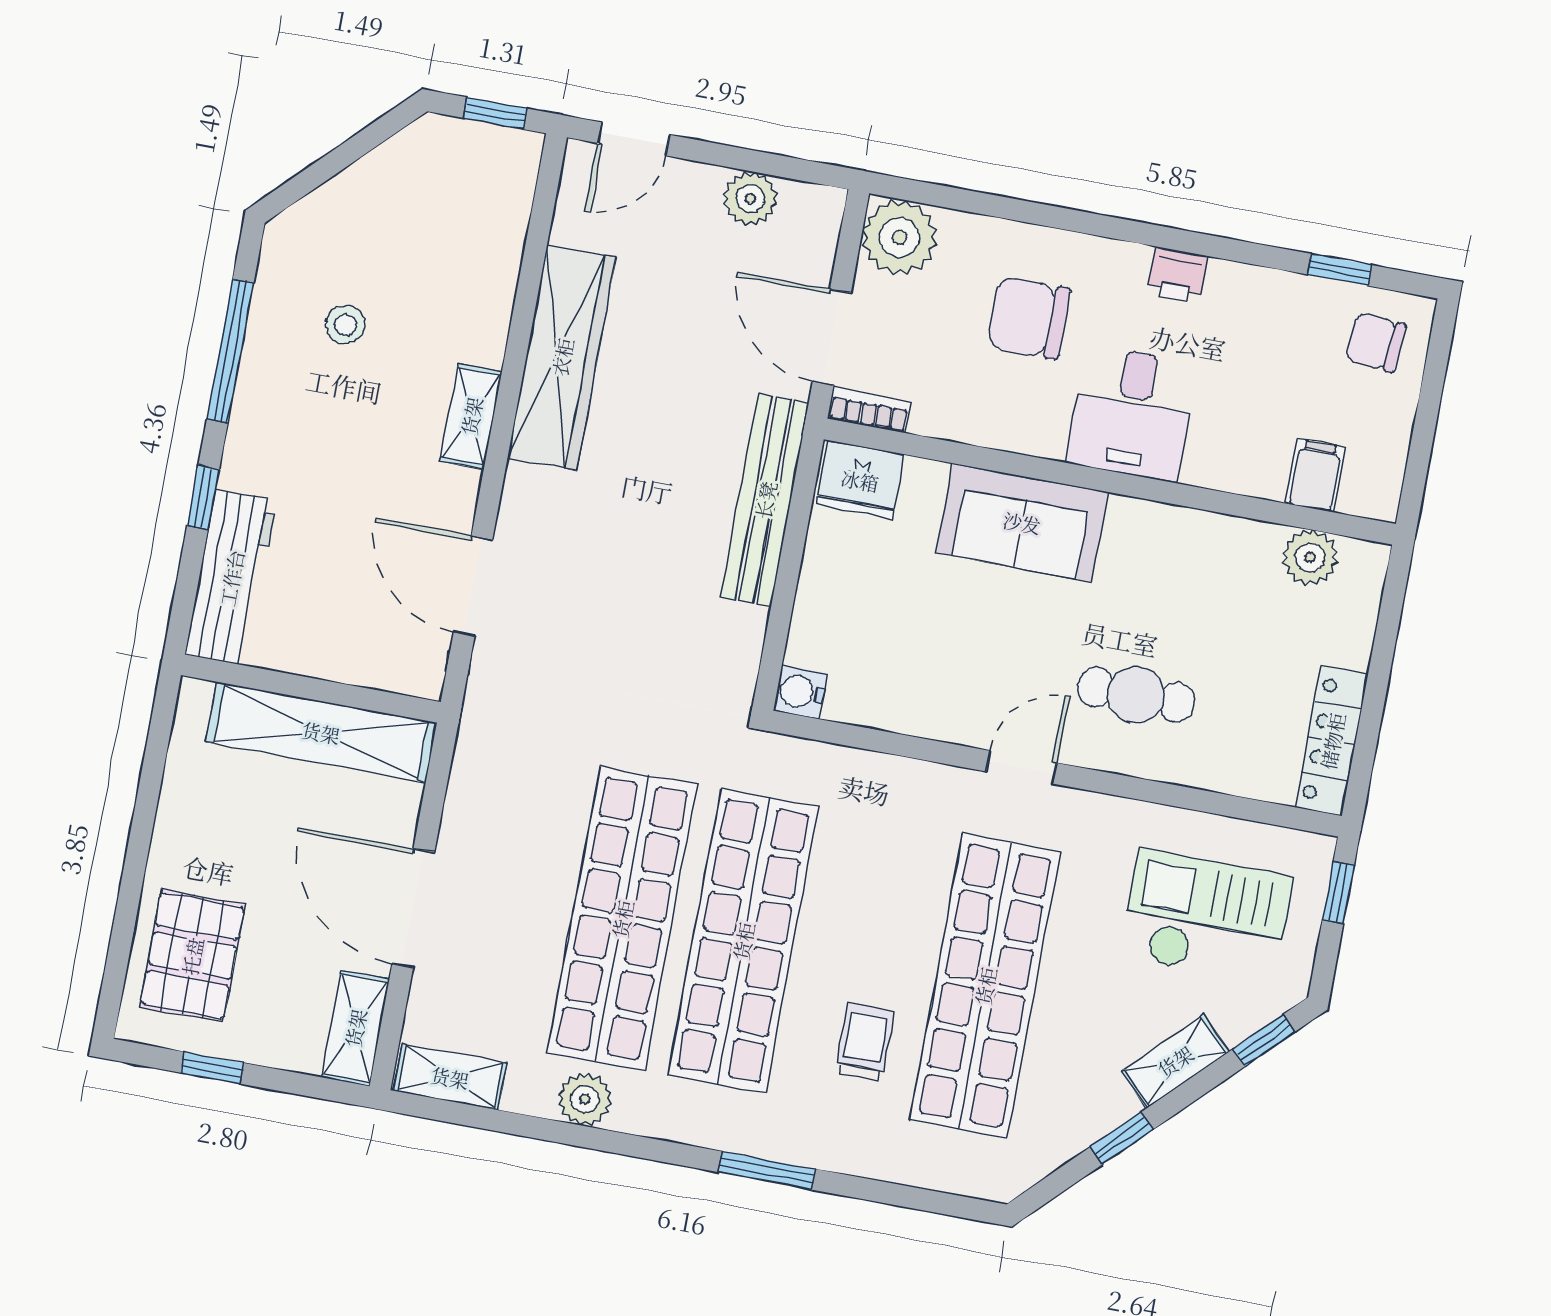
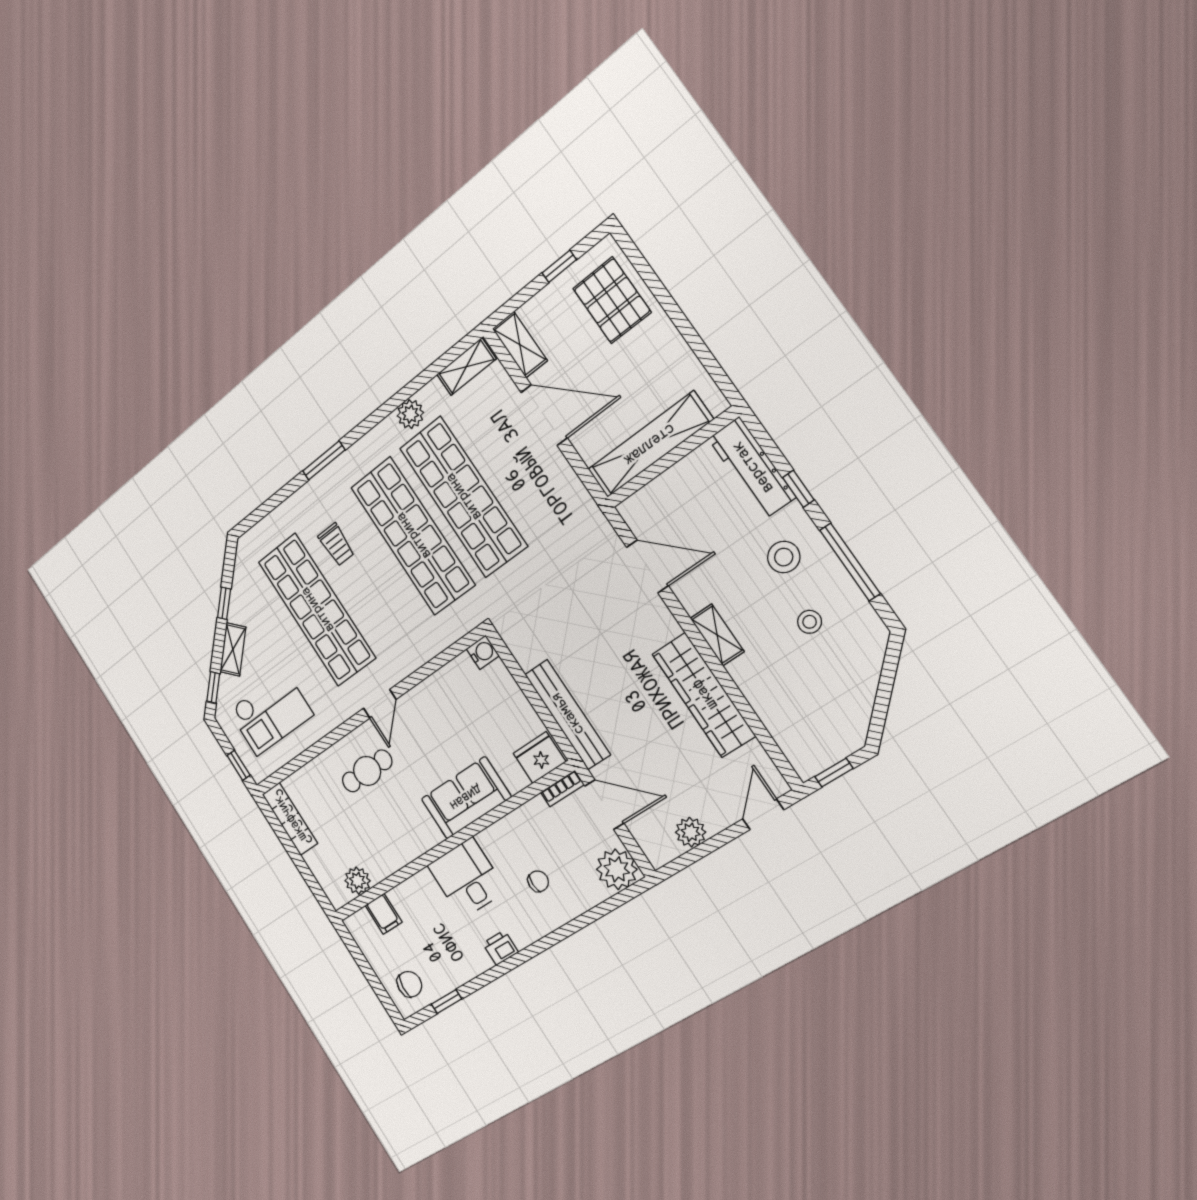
chair: (1029, 318) -> (538, 881), width x0.54, depth x0.54
stool: (299, 433) -> (784, 557), added

